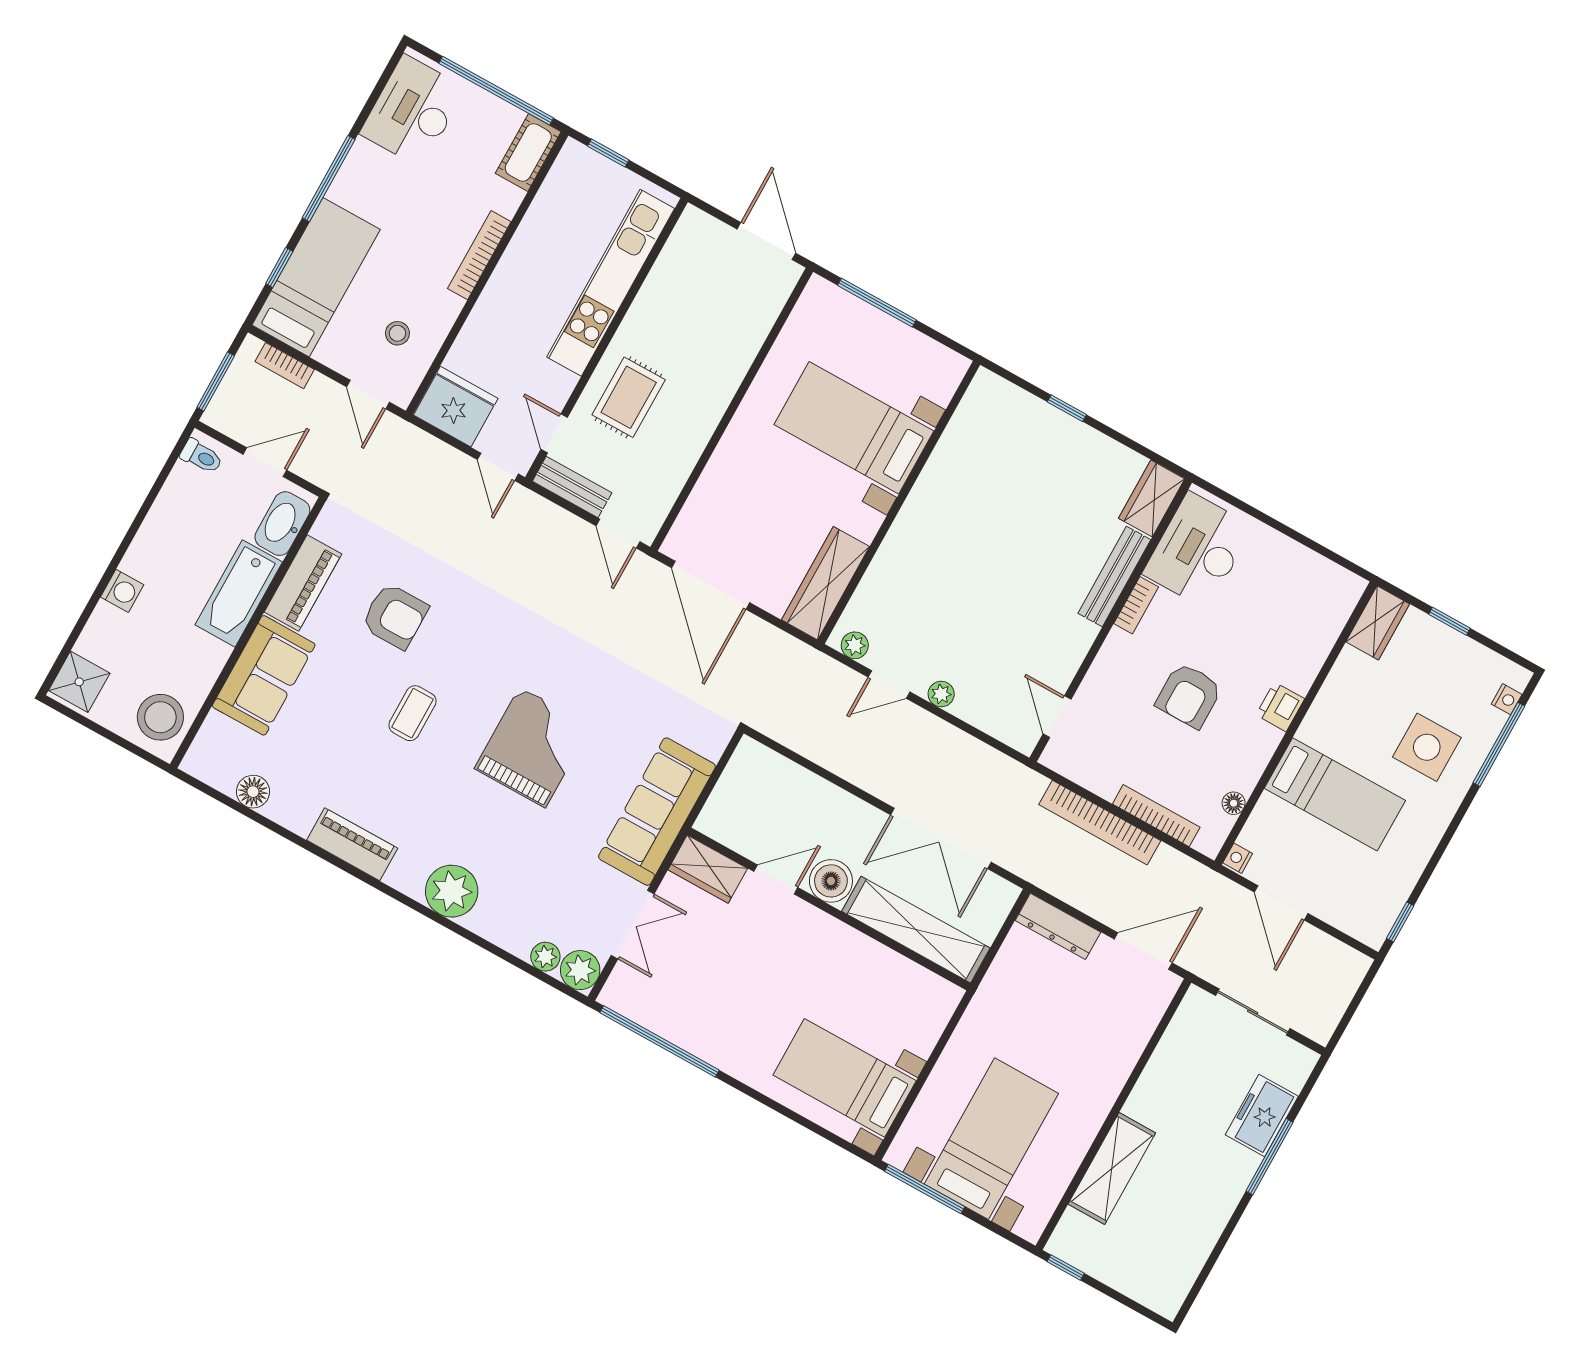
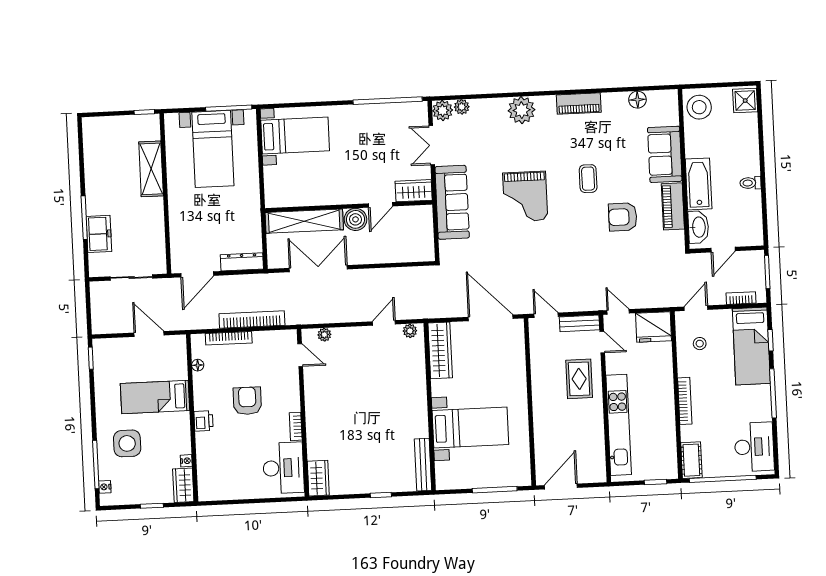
door: (766, 241) -> (561, 486), swing flipped
door: (368, 394) -> (696, 308), hinge flipped
toilet: (201, 456) -> (751, 183), moved
bench: (1114, 576) -> (423, 465), moved
washing machine: (122, 591) -> (751, 153), removed
plant: (941, 694) -> (324, 335), moved
nightstand: (1238, 858) -> (186, 461), moved

